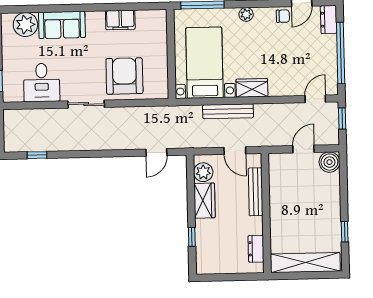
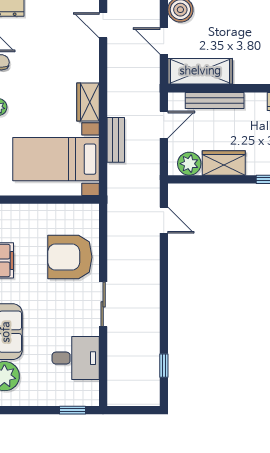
bench: (228, 111) -> (116, 140), width x0.73
shelving: (279, 179) -> (200, 71), added

